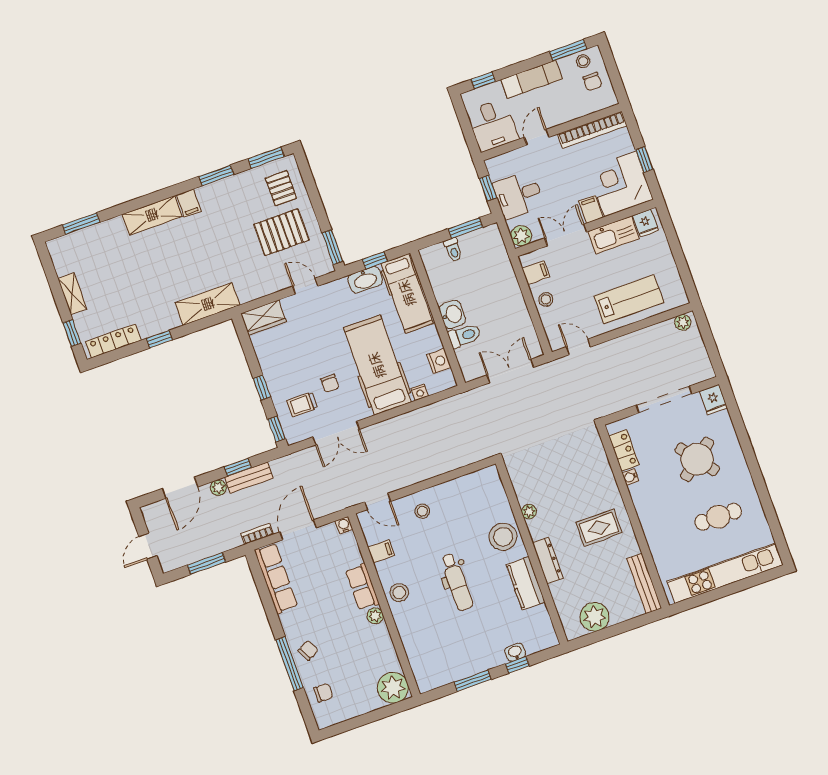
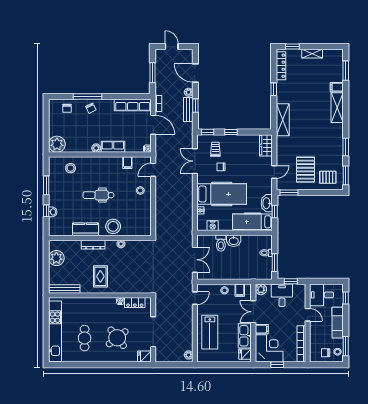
filing cabinet: (189, 203) -> (337, 87), moved
double door: (566, 235) -> (253, 312), swing flipped
stool: (399, 593) -> (71, 168), moved

